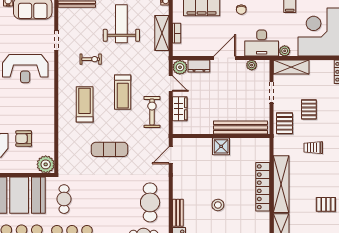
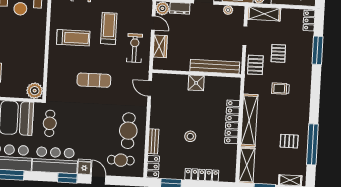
treadmill: (123, 92) -> (109, 28), turned 180
treadmill: (85, 104) -> (73, 38), turned 90
armchair: (24, 139) -> (16, 66), removed
door: (171, 155) -> (150, 89), hinge flipped

